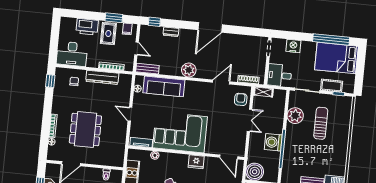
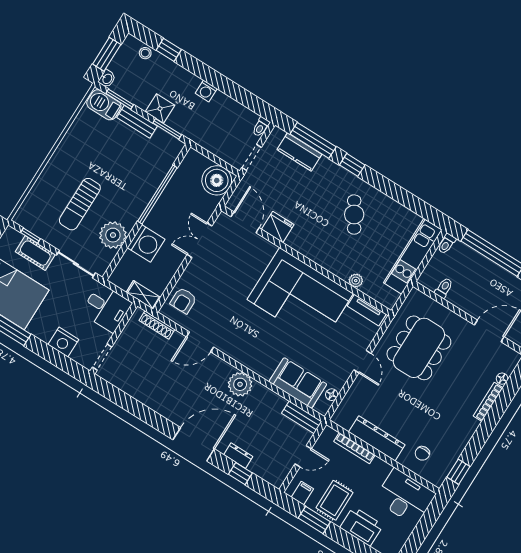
window: (154, 22) -> (240, 474), moved
door: (210, 27) -> (194, 444), moved
door: (136, 48) -> (303, 456), swing flipped
sofa: (164, 86) -> (298, 383), width x0.73
double door: (250, 120) -> (200, 240), moved
dining table: (85, 129) -> (419, 348), moved
washing machine: (273, 142) -> (146, 243), moved
fridge: (196, 162) -> (278, 227), moved

